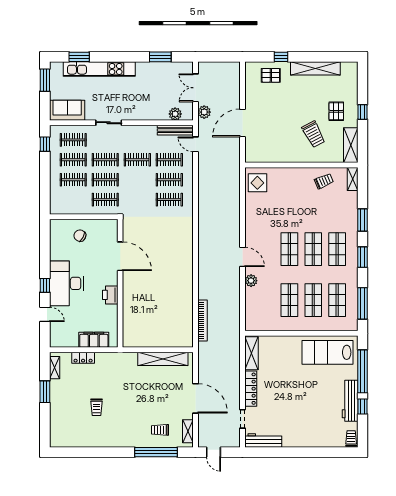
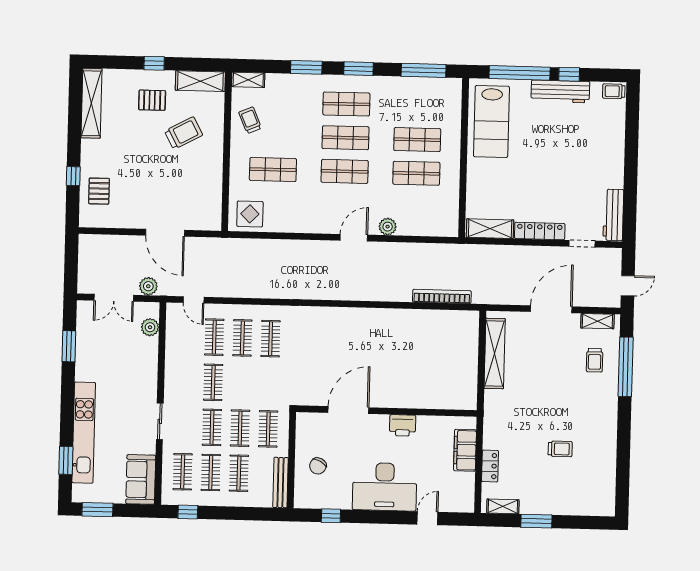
shelving: (315, 68) -> (91, 103), moved
bench: (175, 130) -> (280, 483), moved
door: (195, 144) -> (194, 300), hinge flipped
window: (45, 285) -> (331, 516), moved
shop shelf: (337, 300) -> (273, 170), moved

